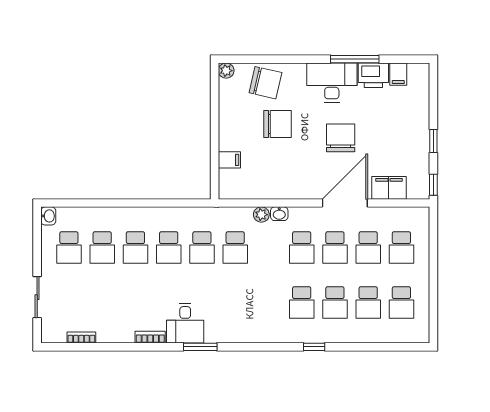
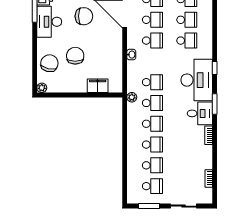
chair: (341, 138) -> (84, 16), turned 180
filing cabinet: (229, 160) -> (98, 86), width x2.00
plant: (261, 215) -> (132, 97), moved
washbasin: (48, 216) -> (133, 199), removed
window: (37, 242) -> (149, 206), added
desk: (239, 318) -> (197, 80), added
window: (314, 347) -> (215, 68), moved

